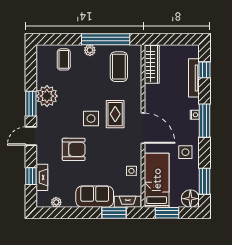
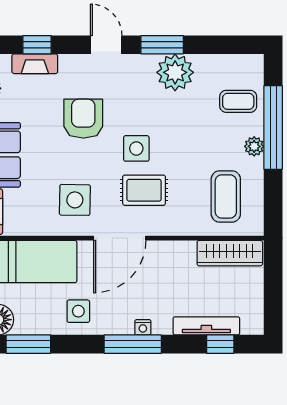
window: (106, 39) -> (273, 128), moved
coffee table: (119, 67) -> (226, 196), turned 90
armchair: (74, 149) -> (83, 119), turned 180
side table: (131, 171) -> (75, 200), moved, width x1.87, depth x1.87

